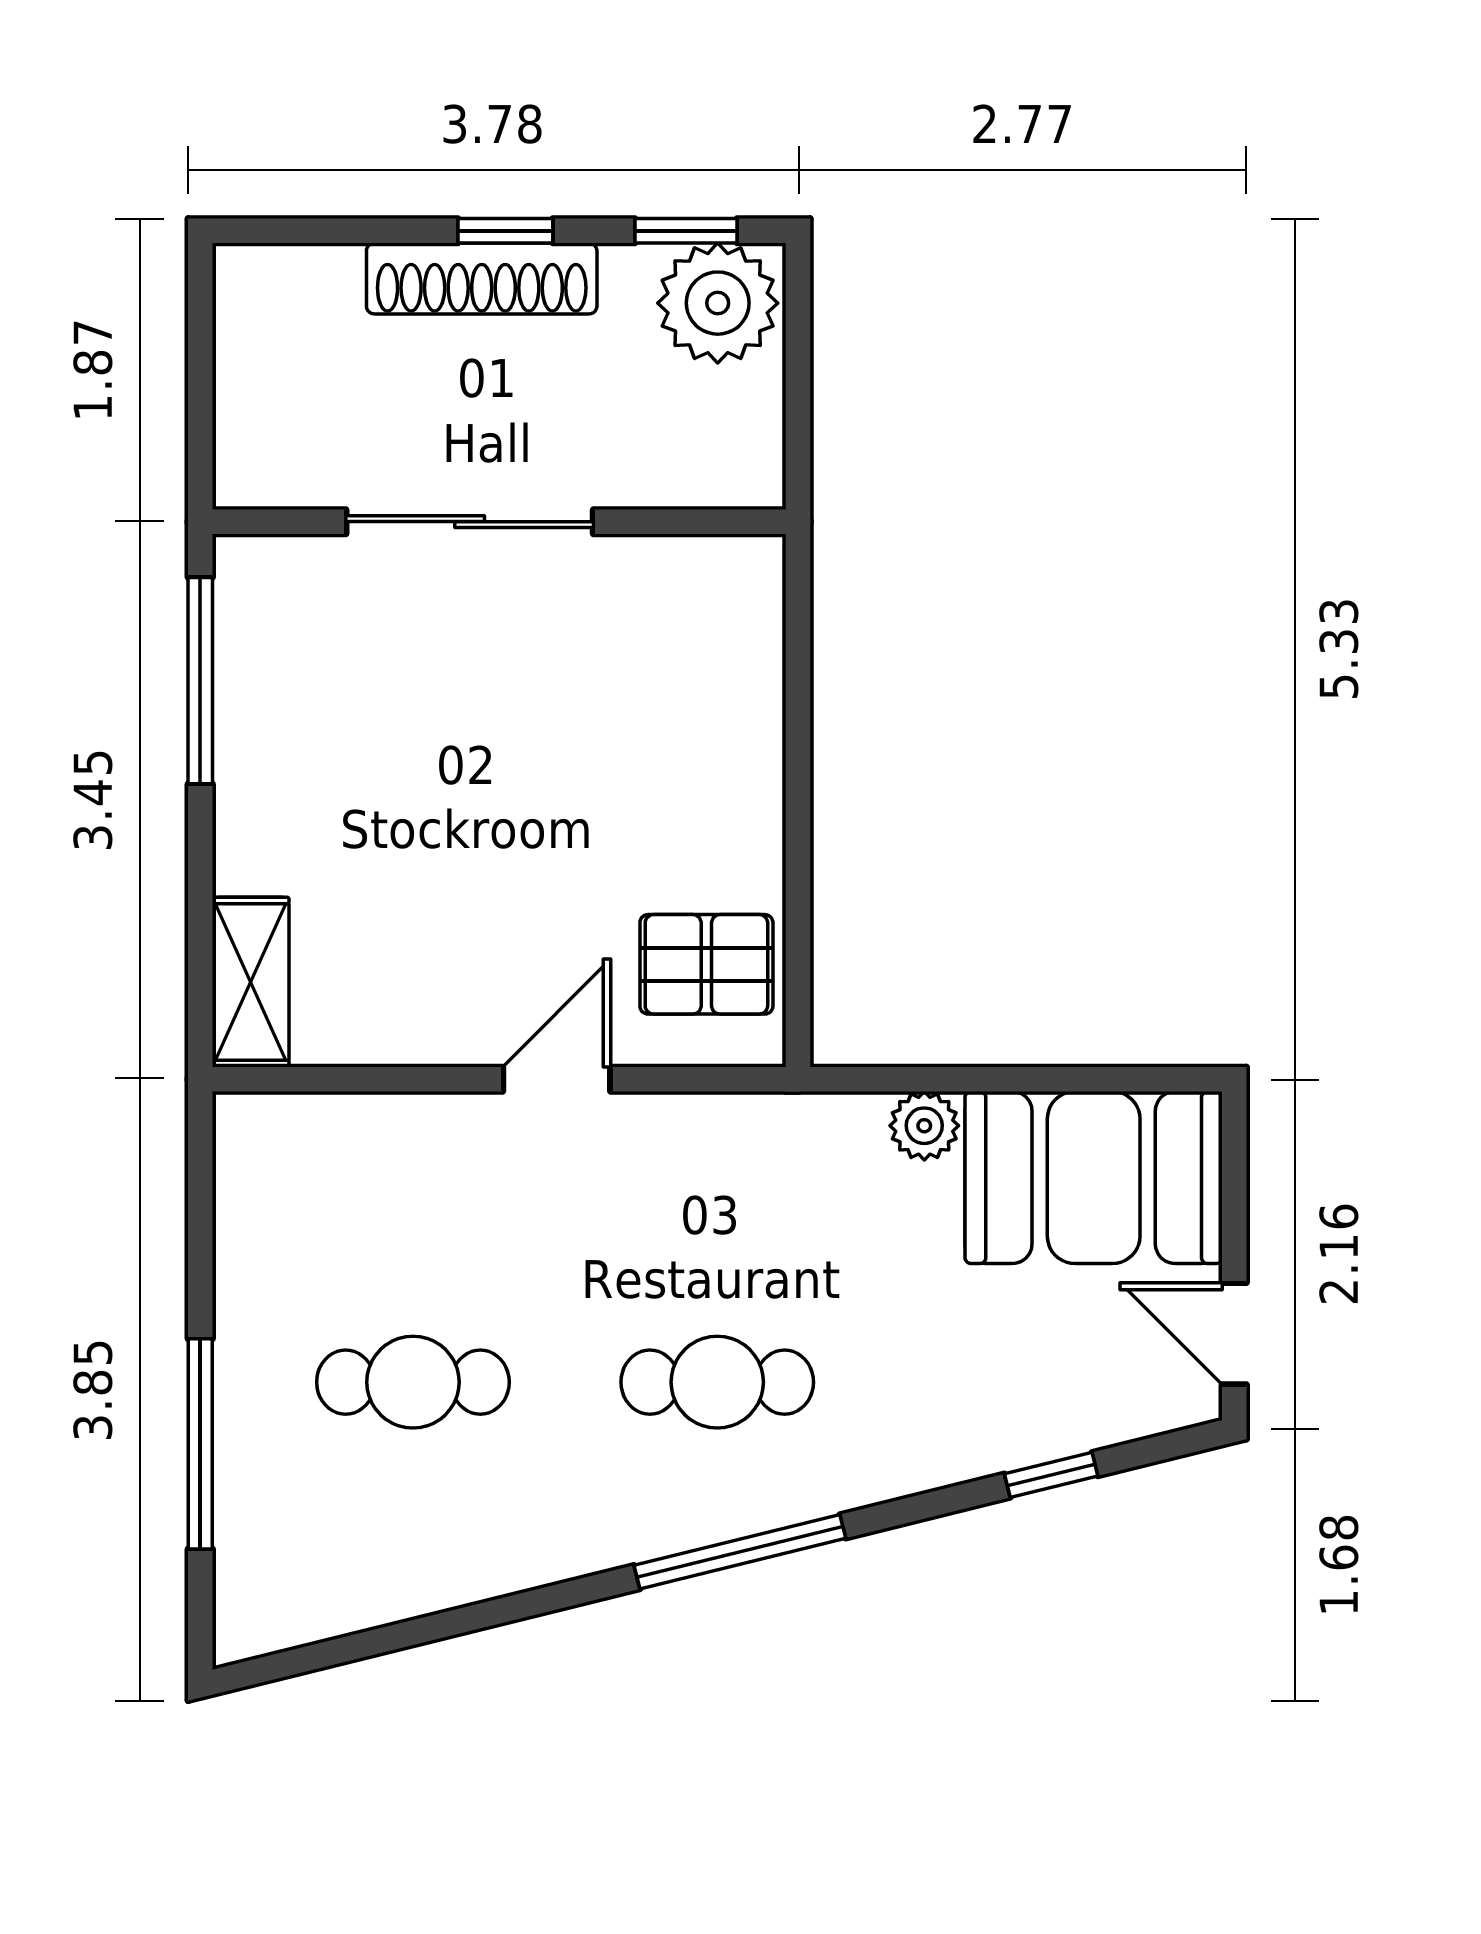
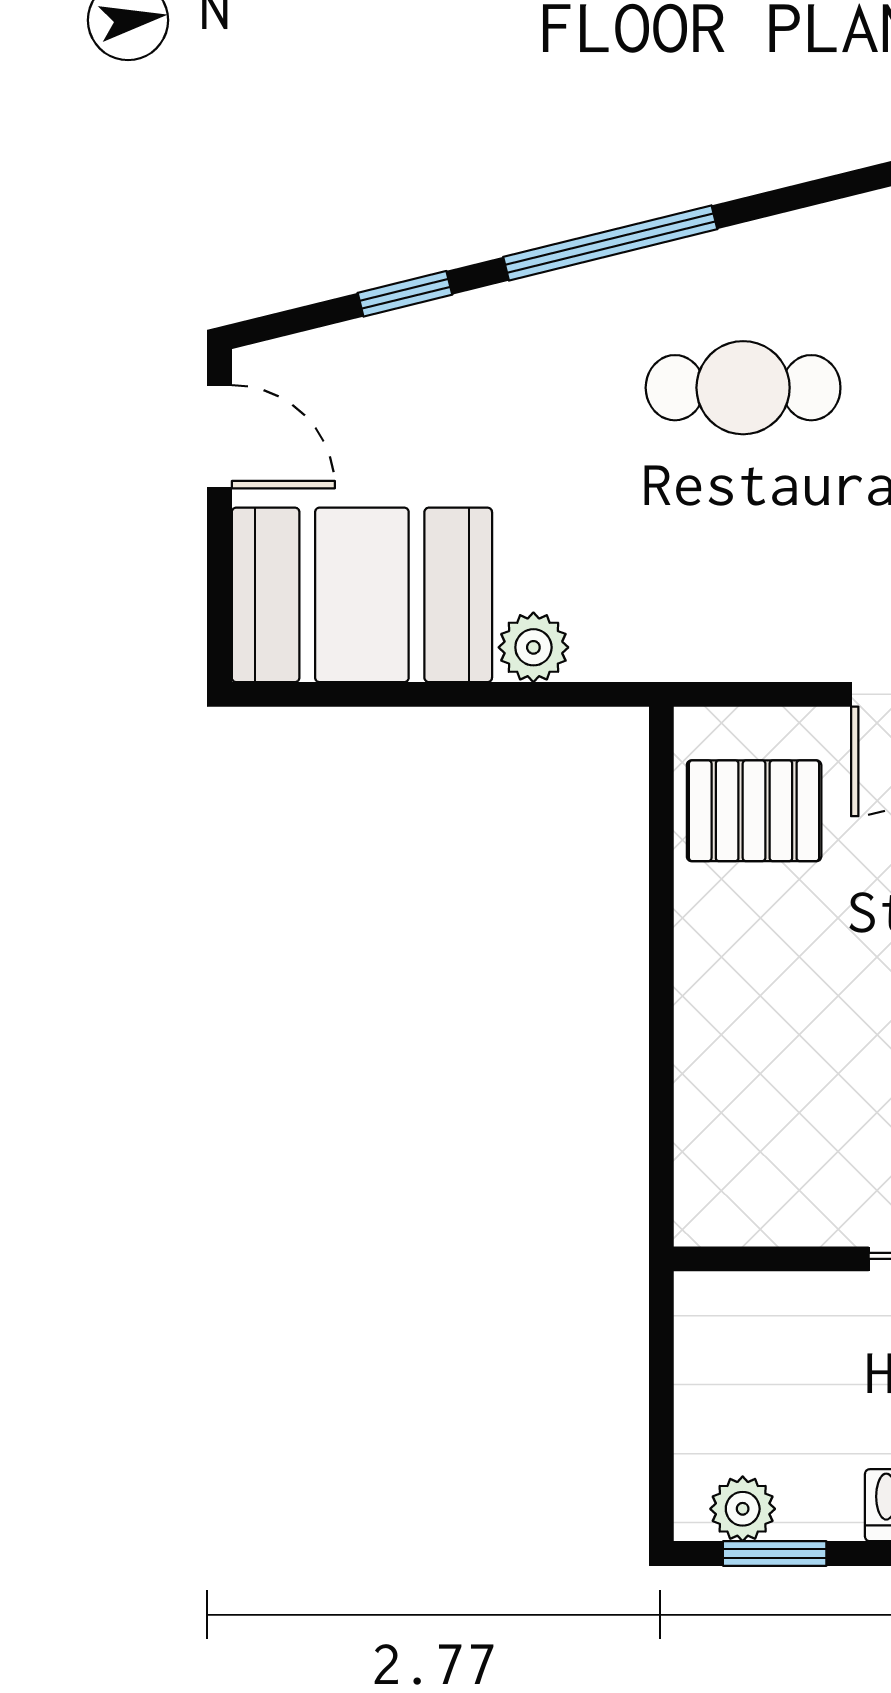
plant: (718, 303) -> (743, 1509), width x0.53, depth x0.53
window: (740, 1552) -> (610, 243), moved

